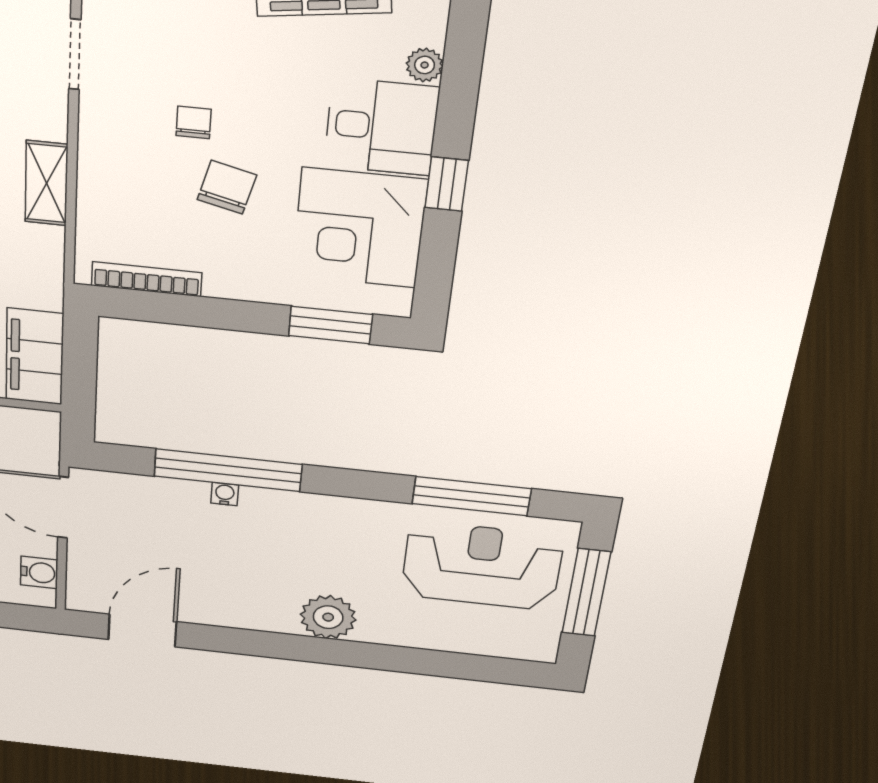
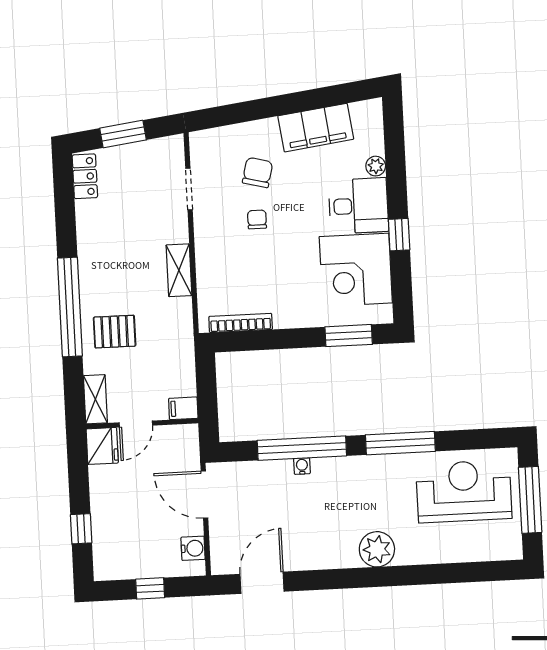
chair: (227, 187) -> (258, 172), moved
filing cabinet: (35, 357) -> (183, 408), width x0.33, depth x0.86
window: (472, 496) -> (400, 443), moved

